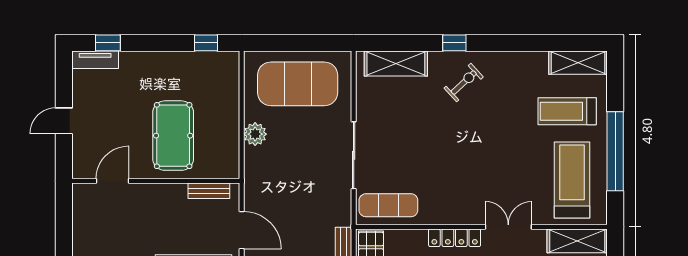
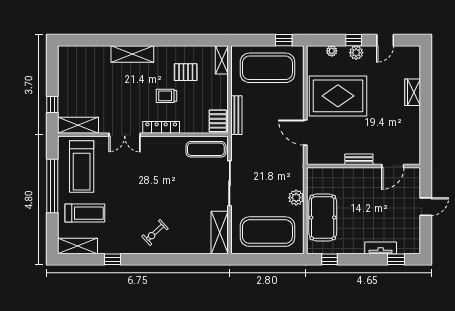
window: (454, 43) -> (112, 259), moved
tv unit: (95, 60) -> (381, 248), moved
shelving: (396, 64) -> (220, 233), moved, turned 90
pool table: (173, 136) -> (323, 218), moved
bench: (209, 191) -> (359, 159), moved

